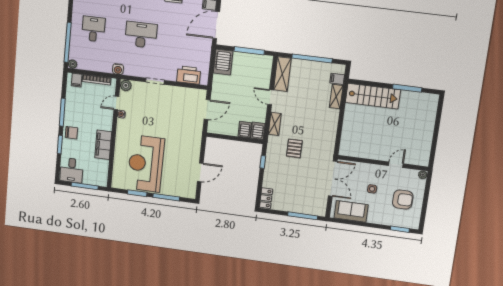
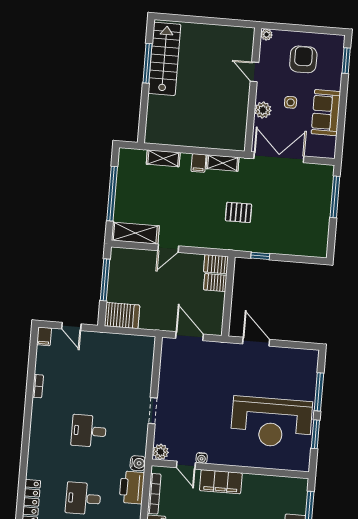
door: (216, 25) -> (71, 326), width x0.53
desk: (141, 35) -> (89, 431), width x0.73
printer: (189, 75) -> (132, 487), moved
filing cabinet: (337, 79) -> (199, 163), moved
stairs: (373, 96) -> (164, 59), moved
shelving: (275, 124) -> (223, 163), moved
filing cabinet: (103, 145) -> (221, 482), moved
plant: (368, 169) -> (263, 110), added
door: (200, 172) -> (256, 342), moved
locker: (266, 198) -> (312, 249), removed
sofa: (351, 211) -> (326, 113), moved

